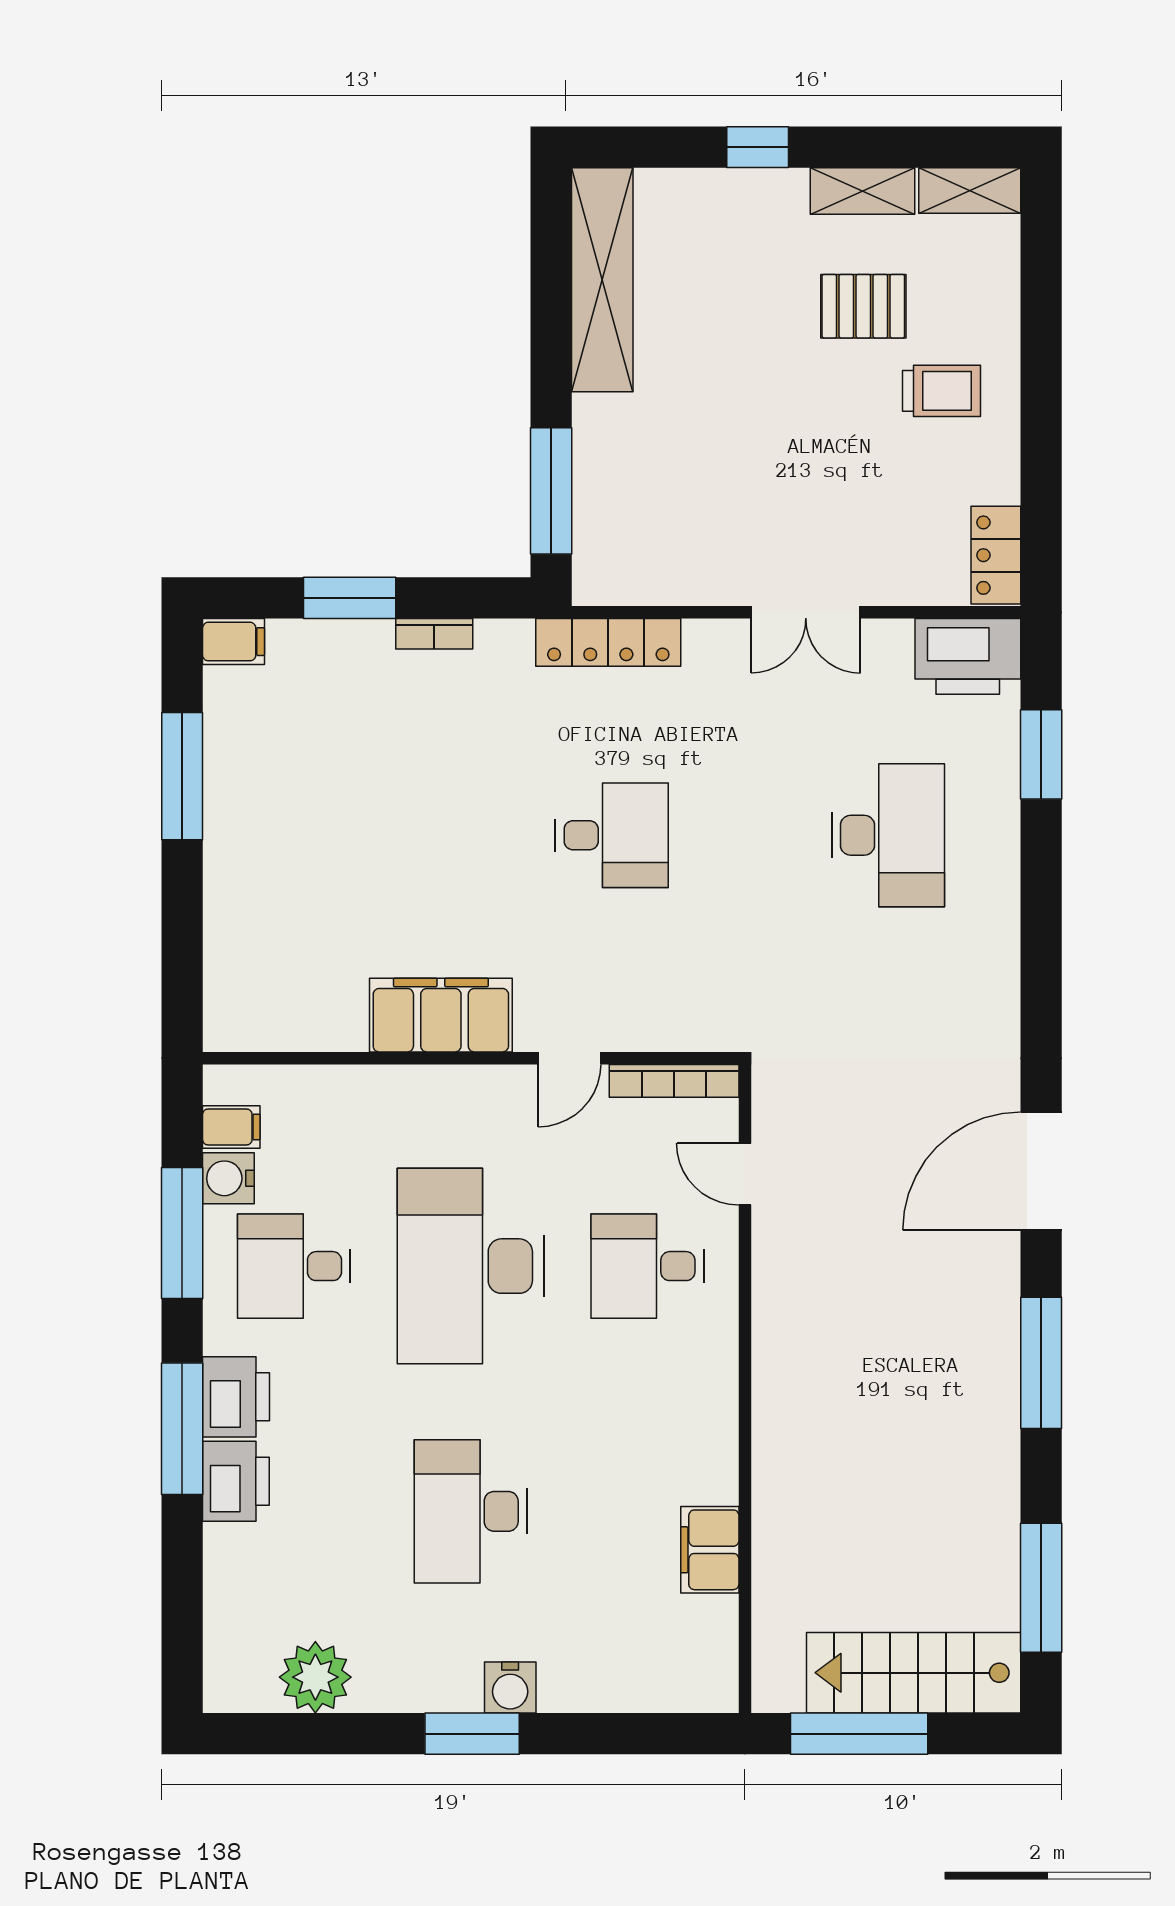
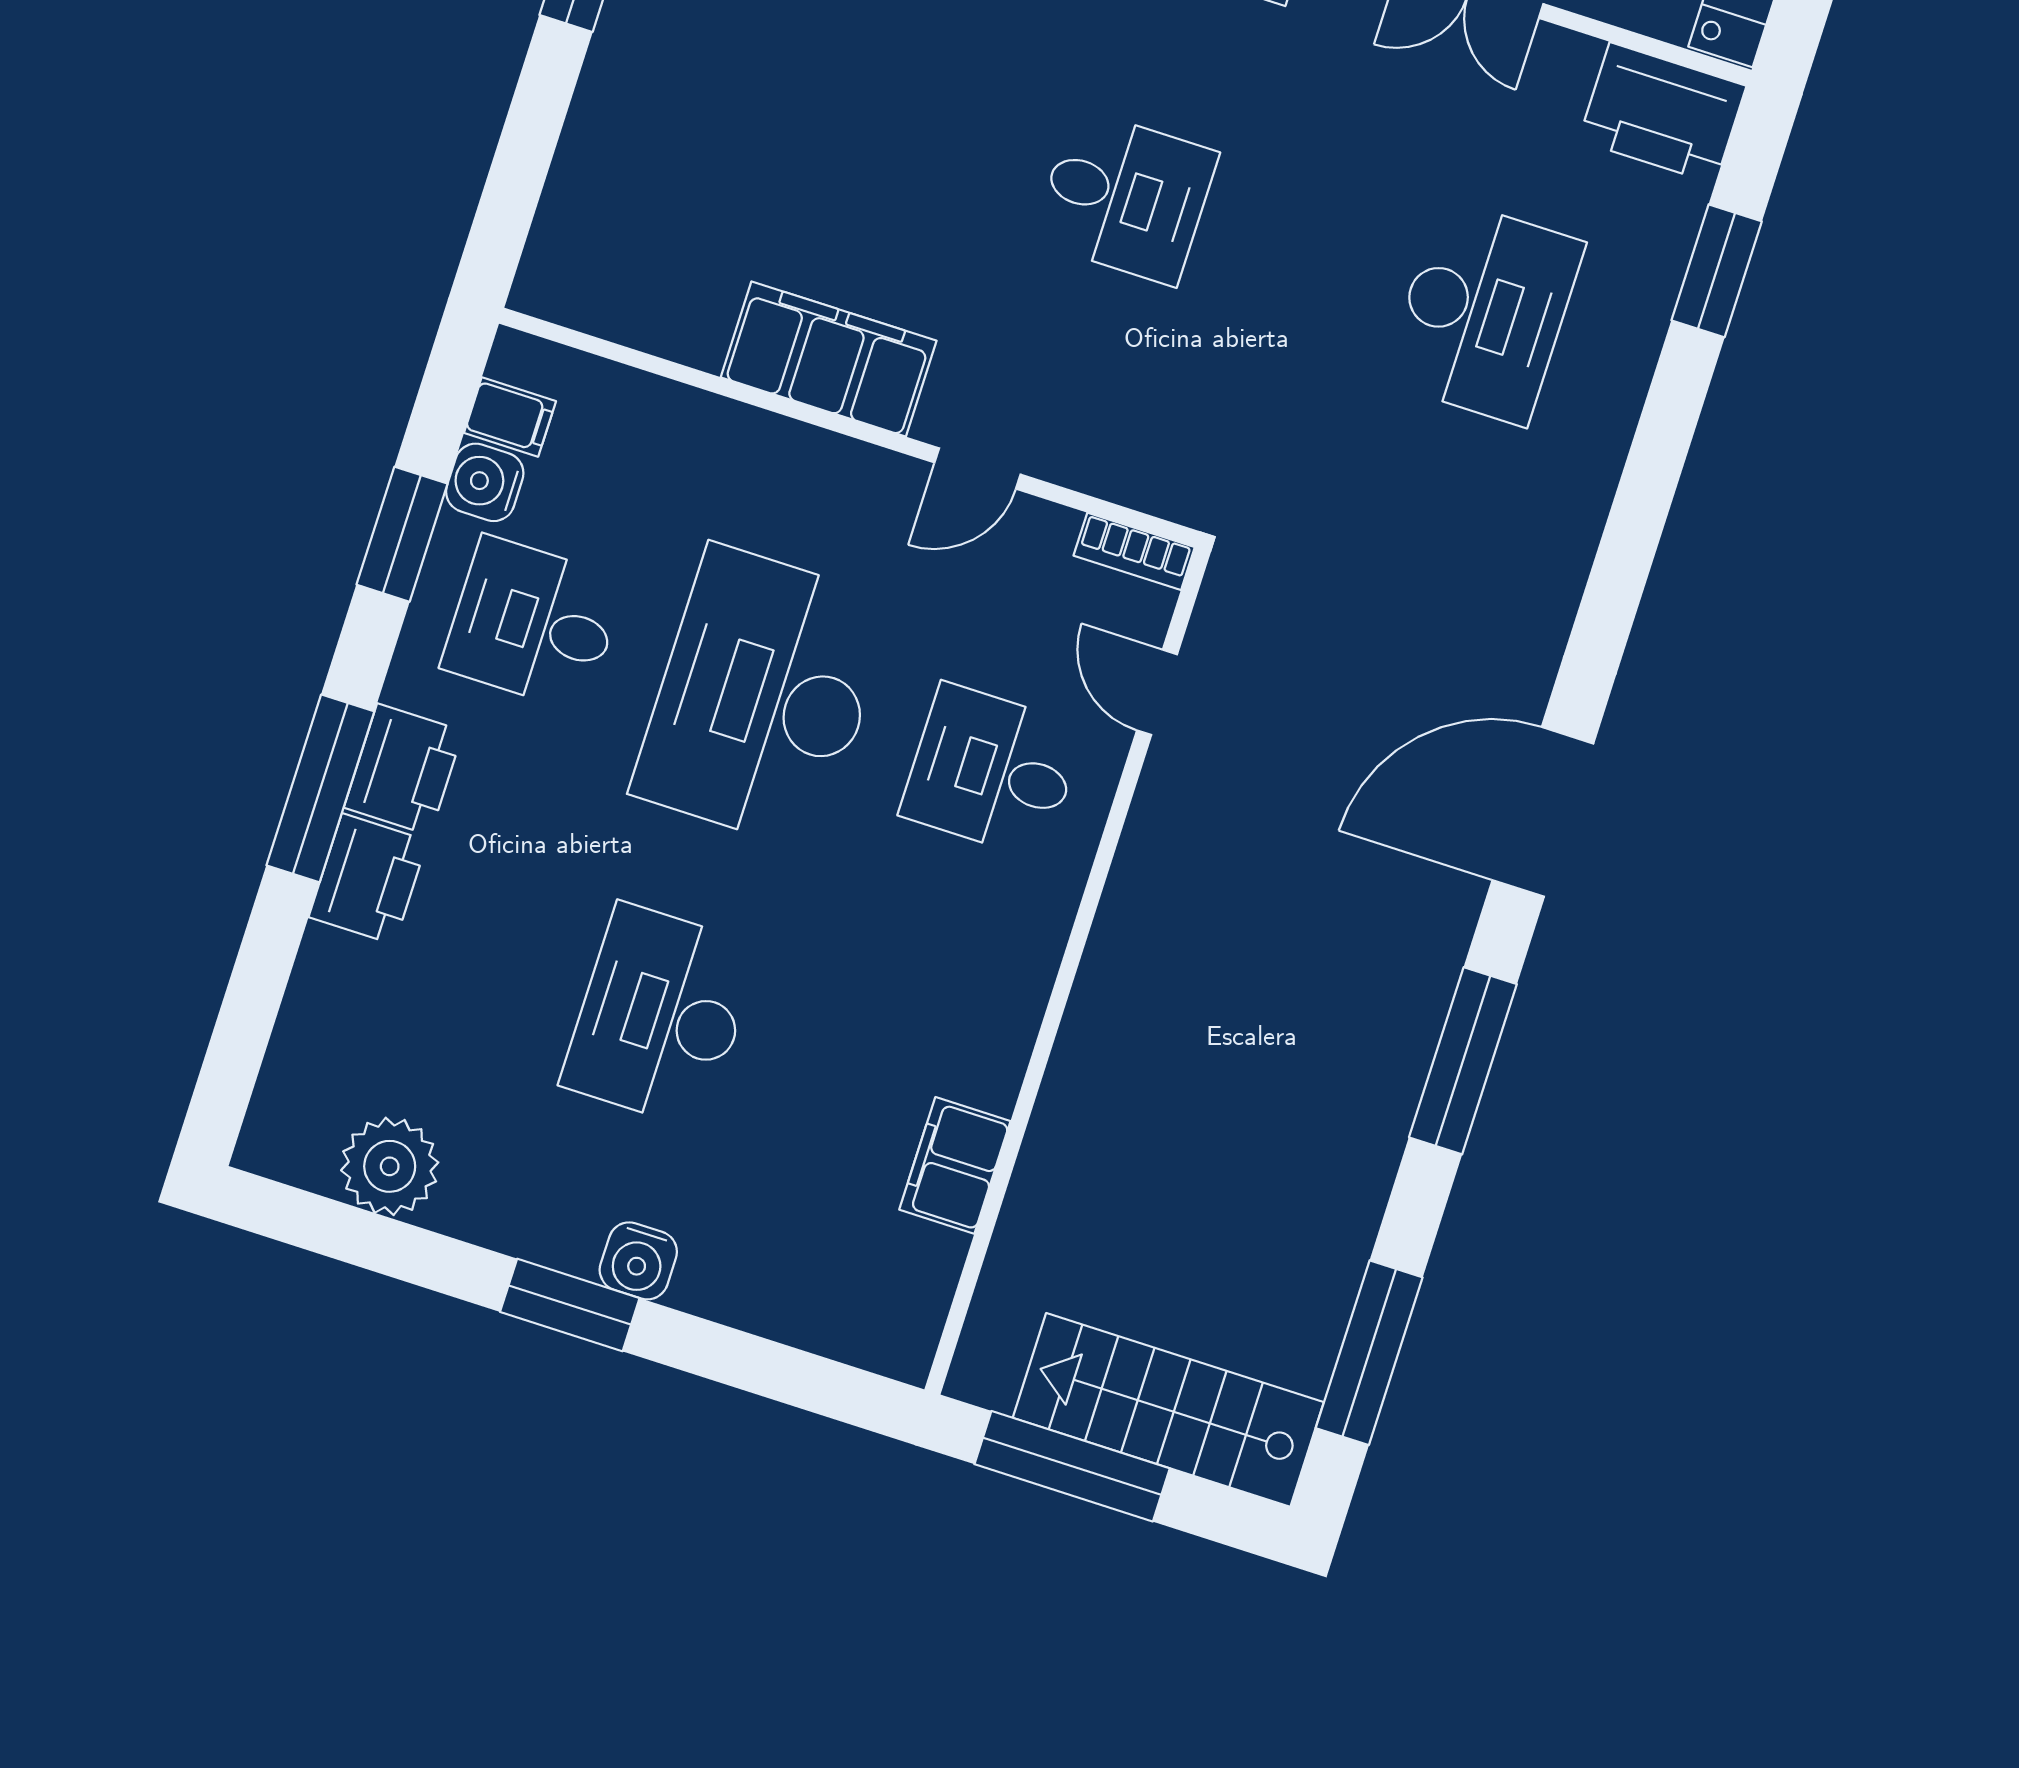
bookcase: (674, 1081) -> (1134, 551), width x0.64
window: (182, 1233) -> (402, 534), width x0.69

